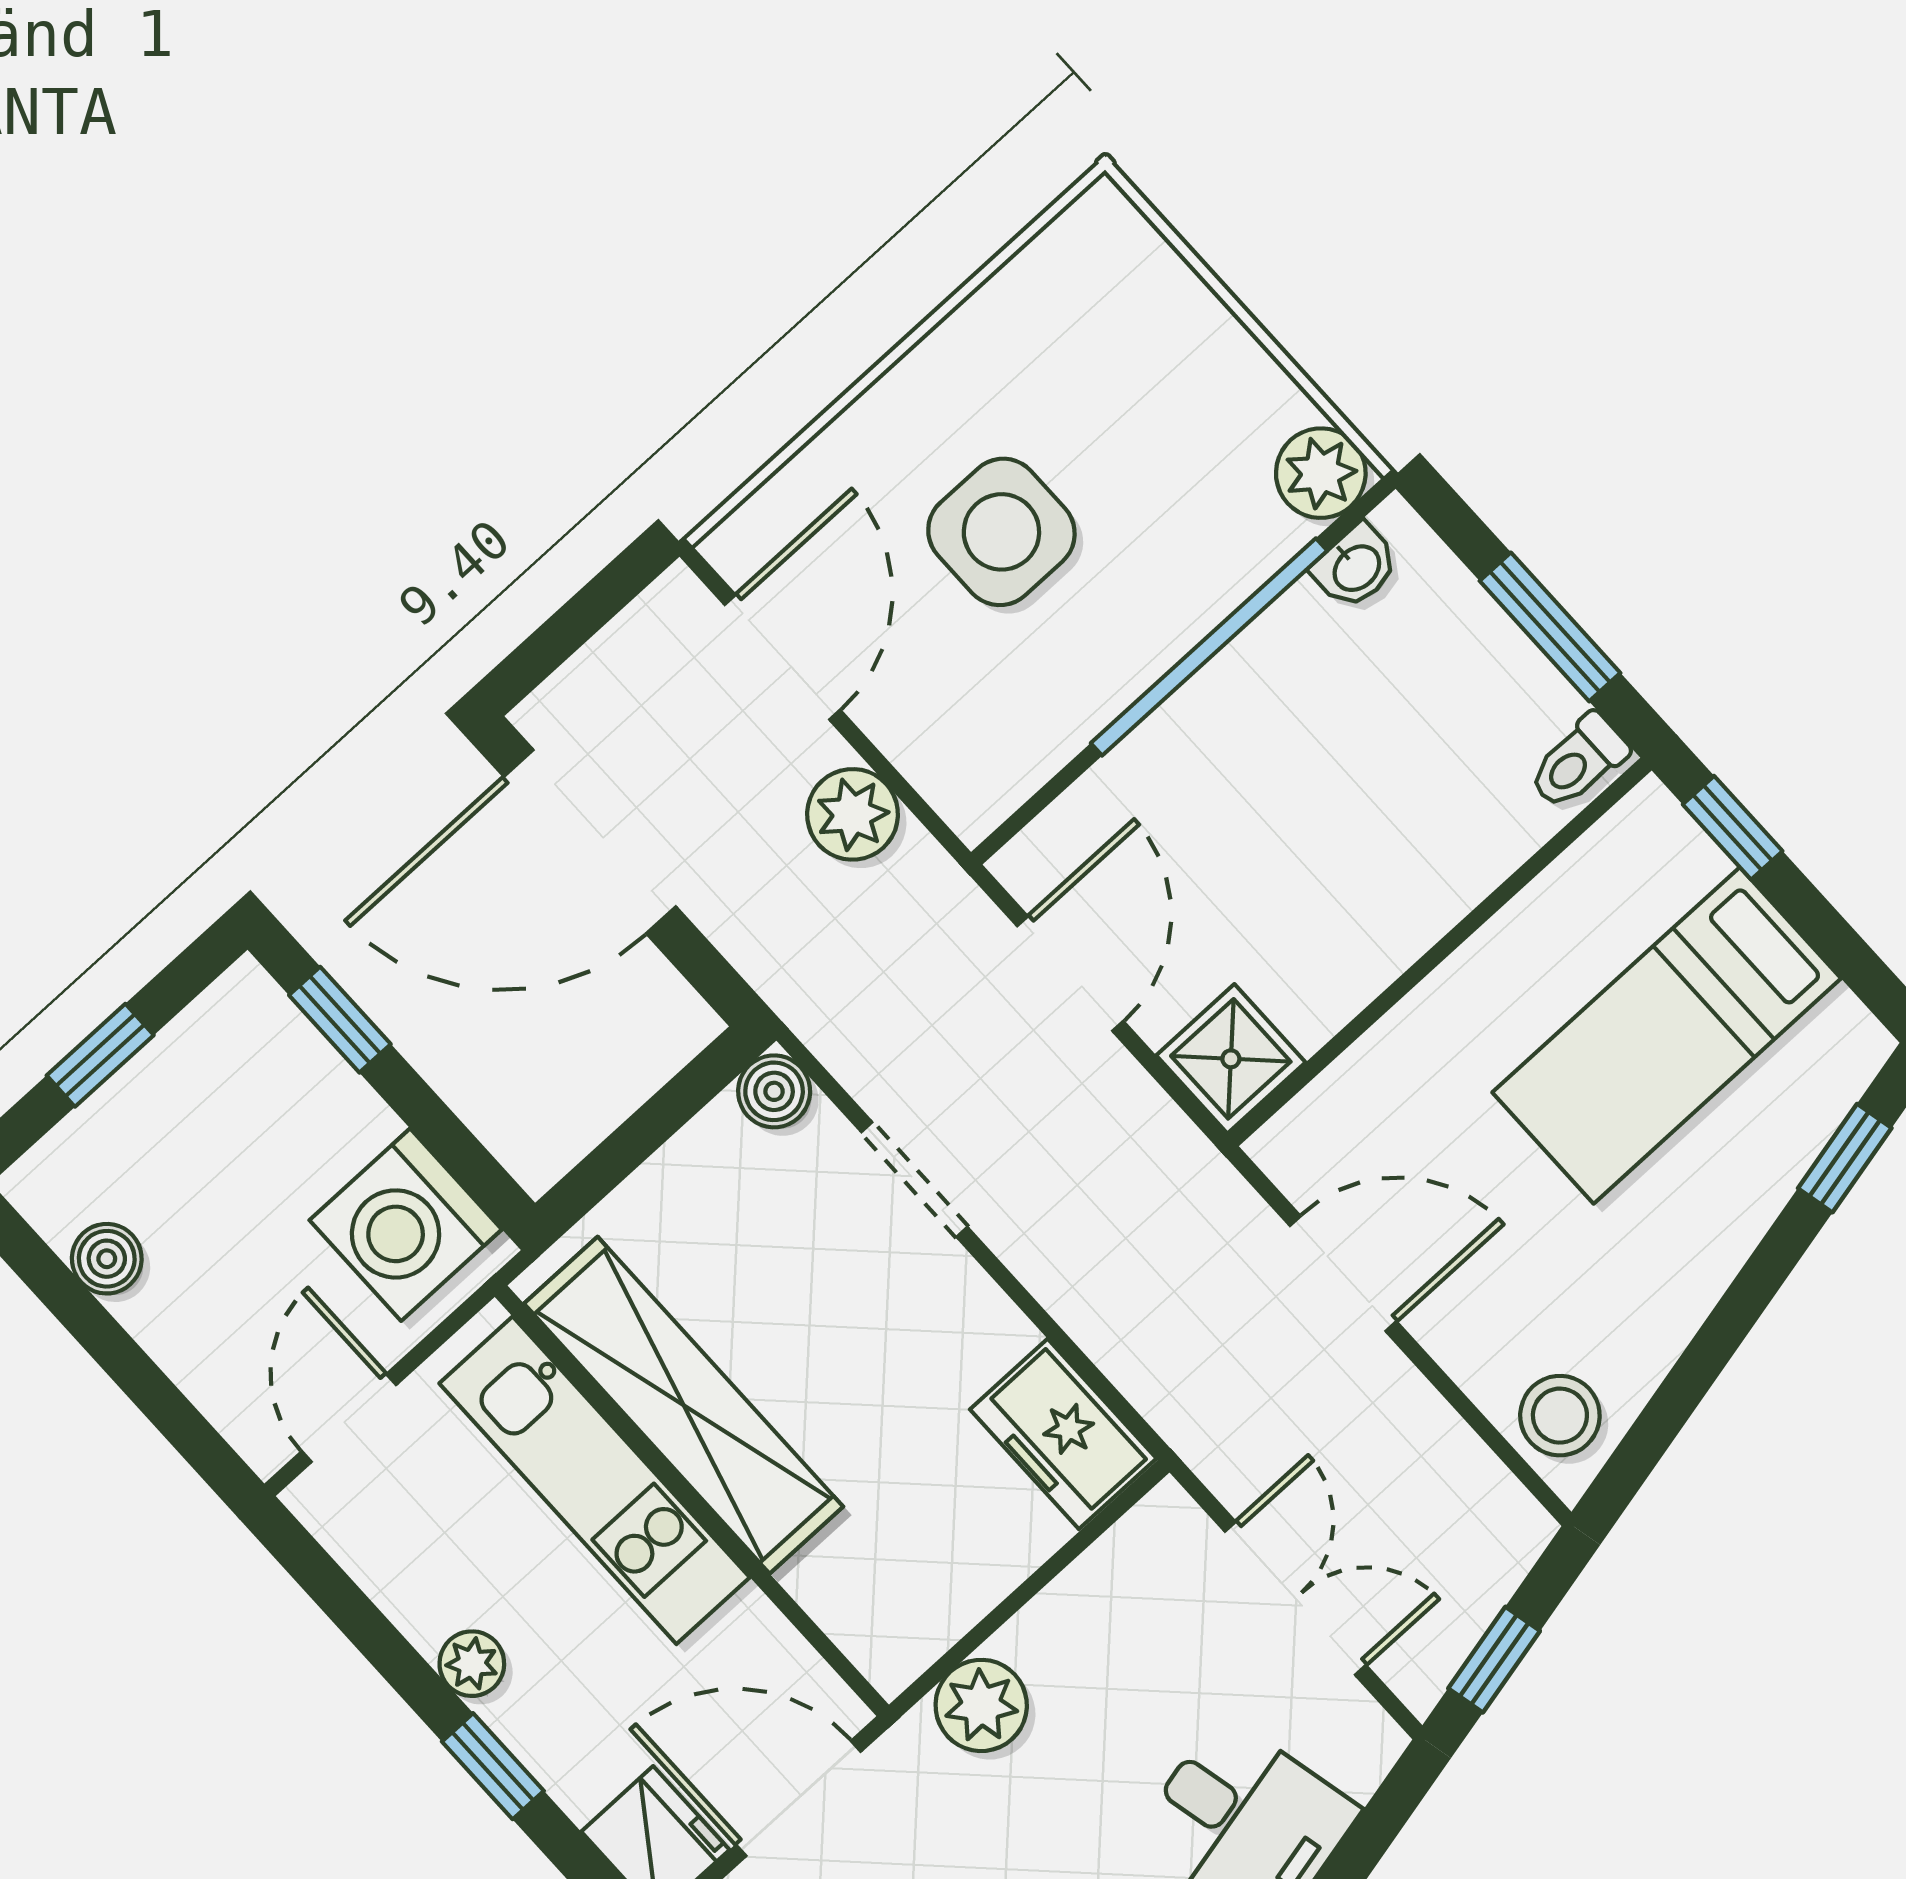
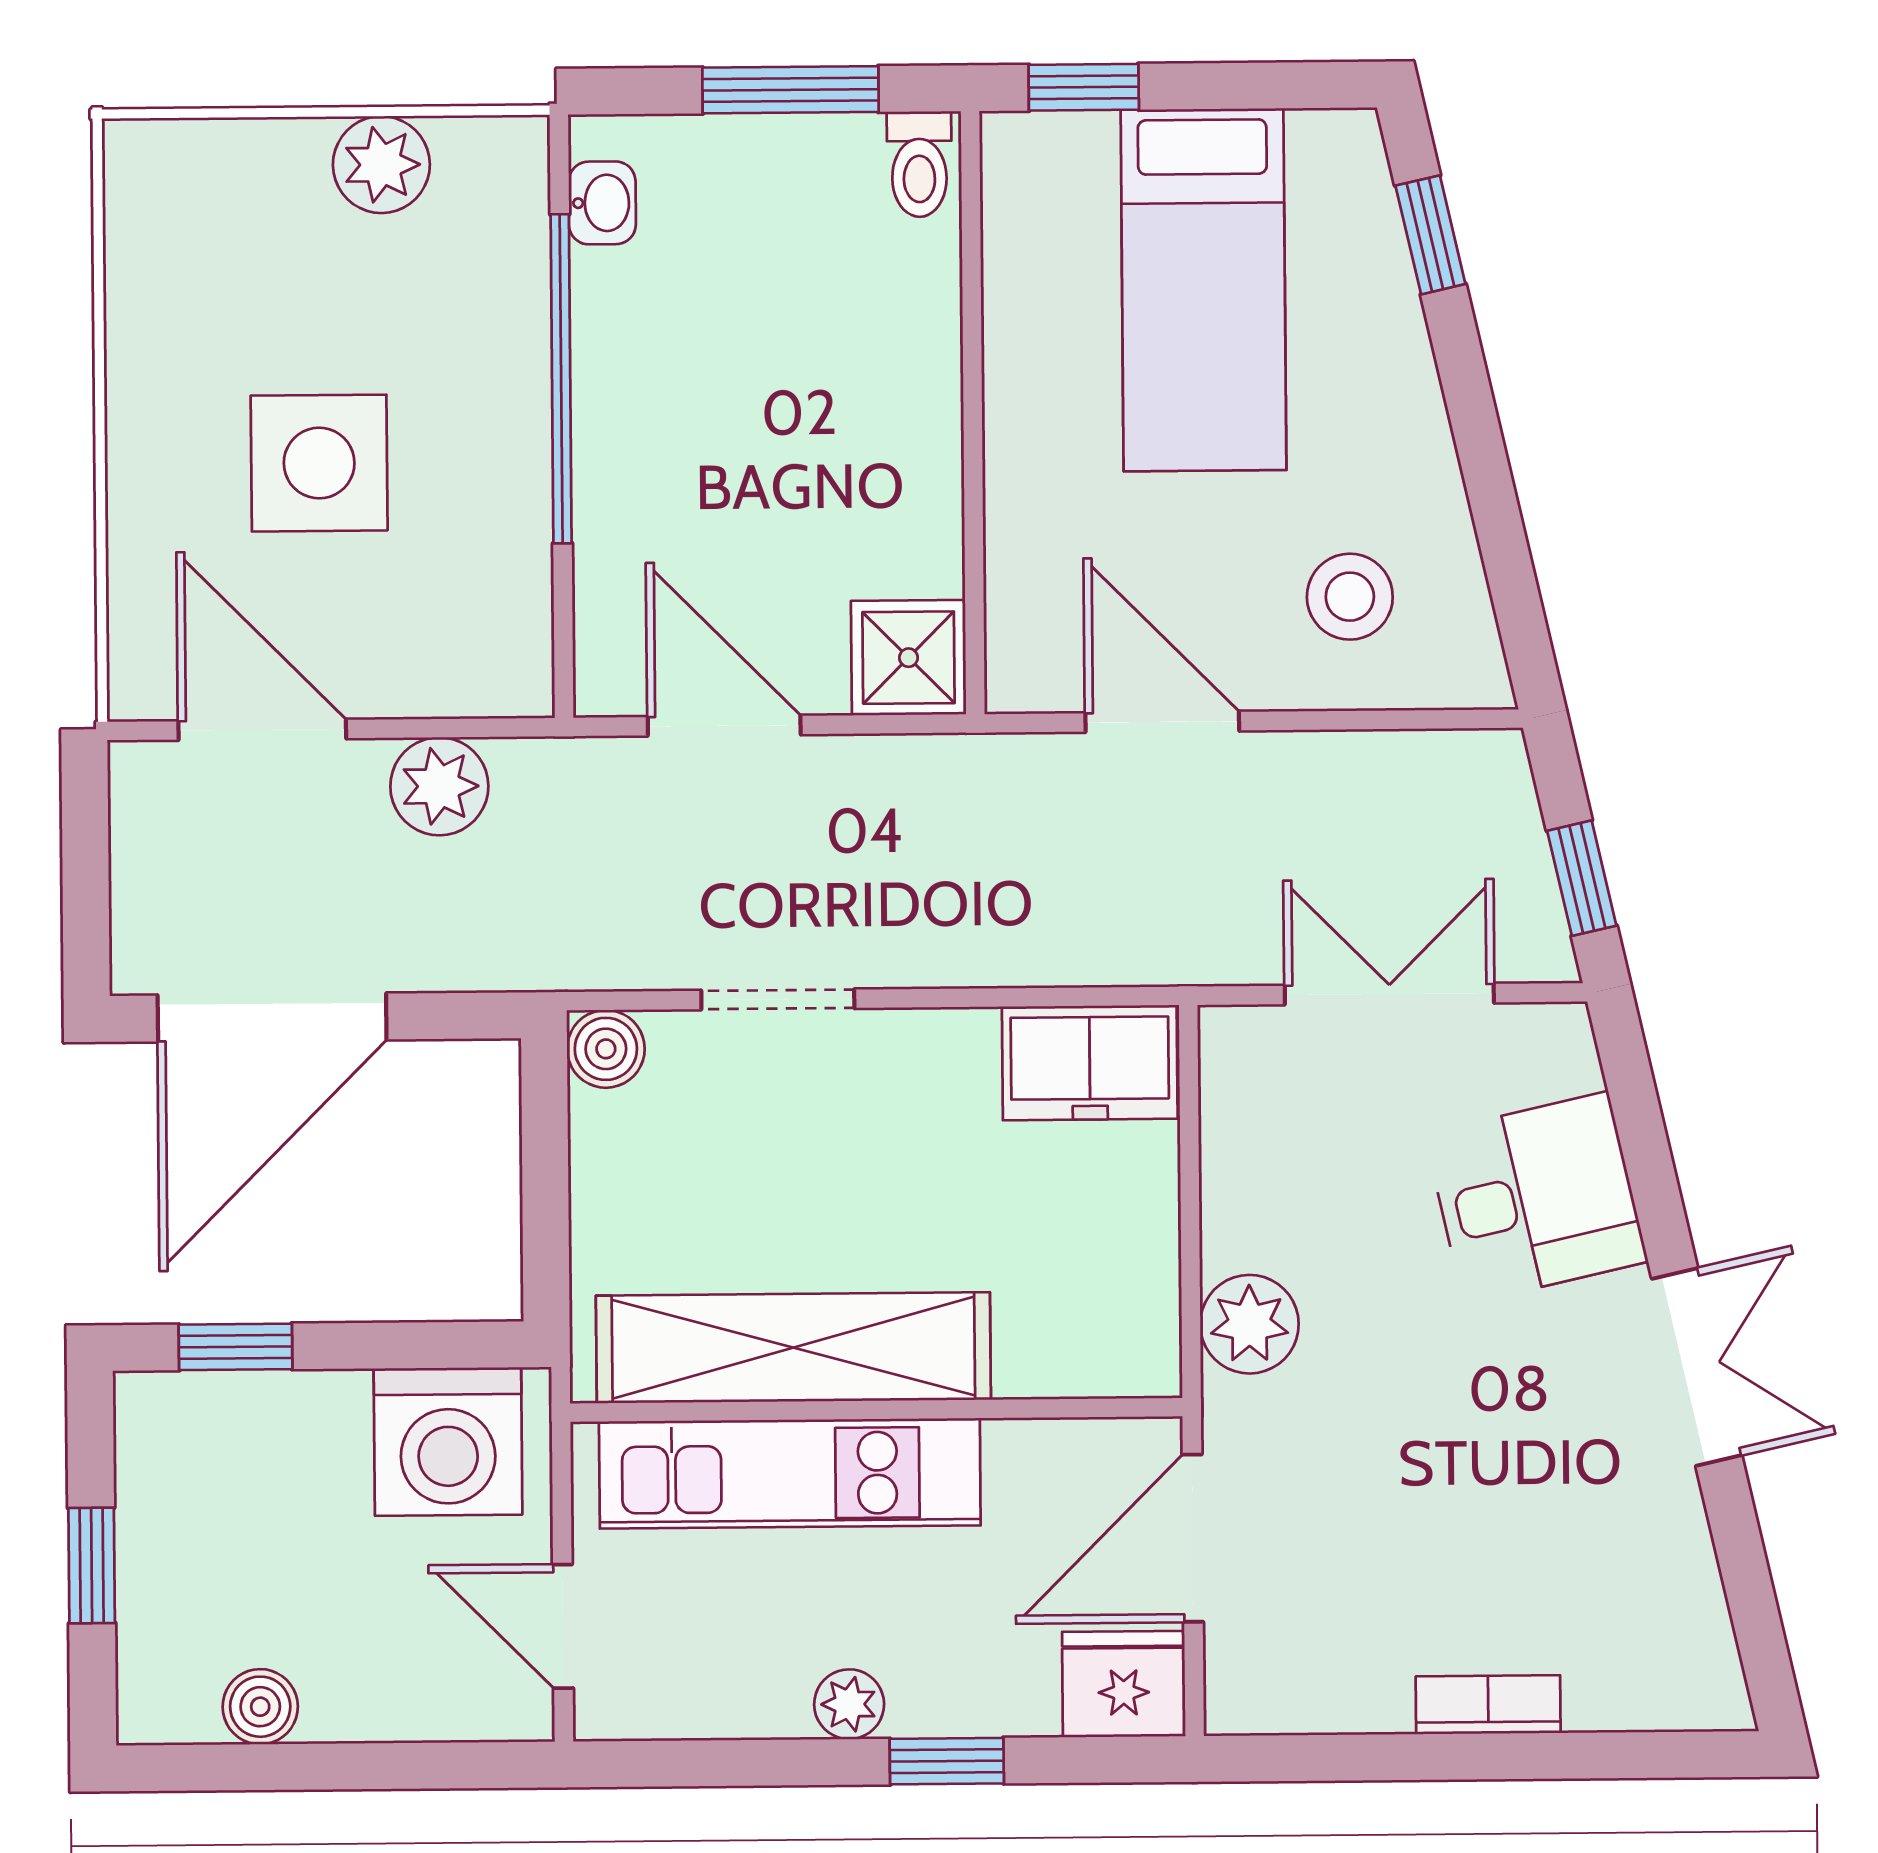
plant: (1321, 473) -> (381, 165), moved
door: (1343, 1274) -> (1162, 722), hinge flipped
stool: (1560, 1416) -> (1350, 597), moved

